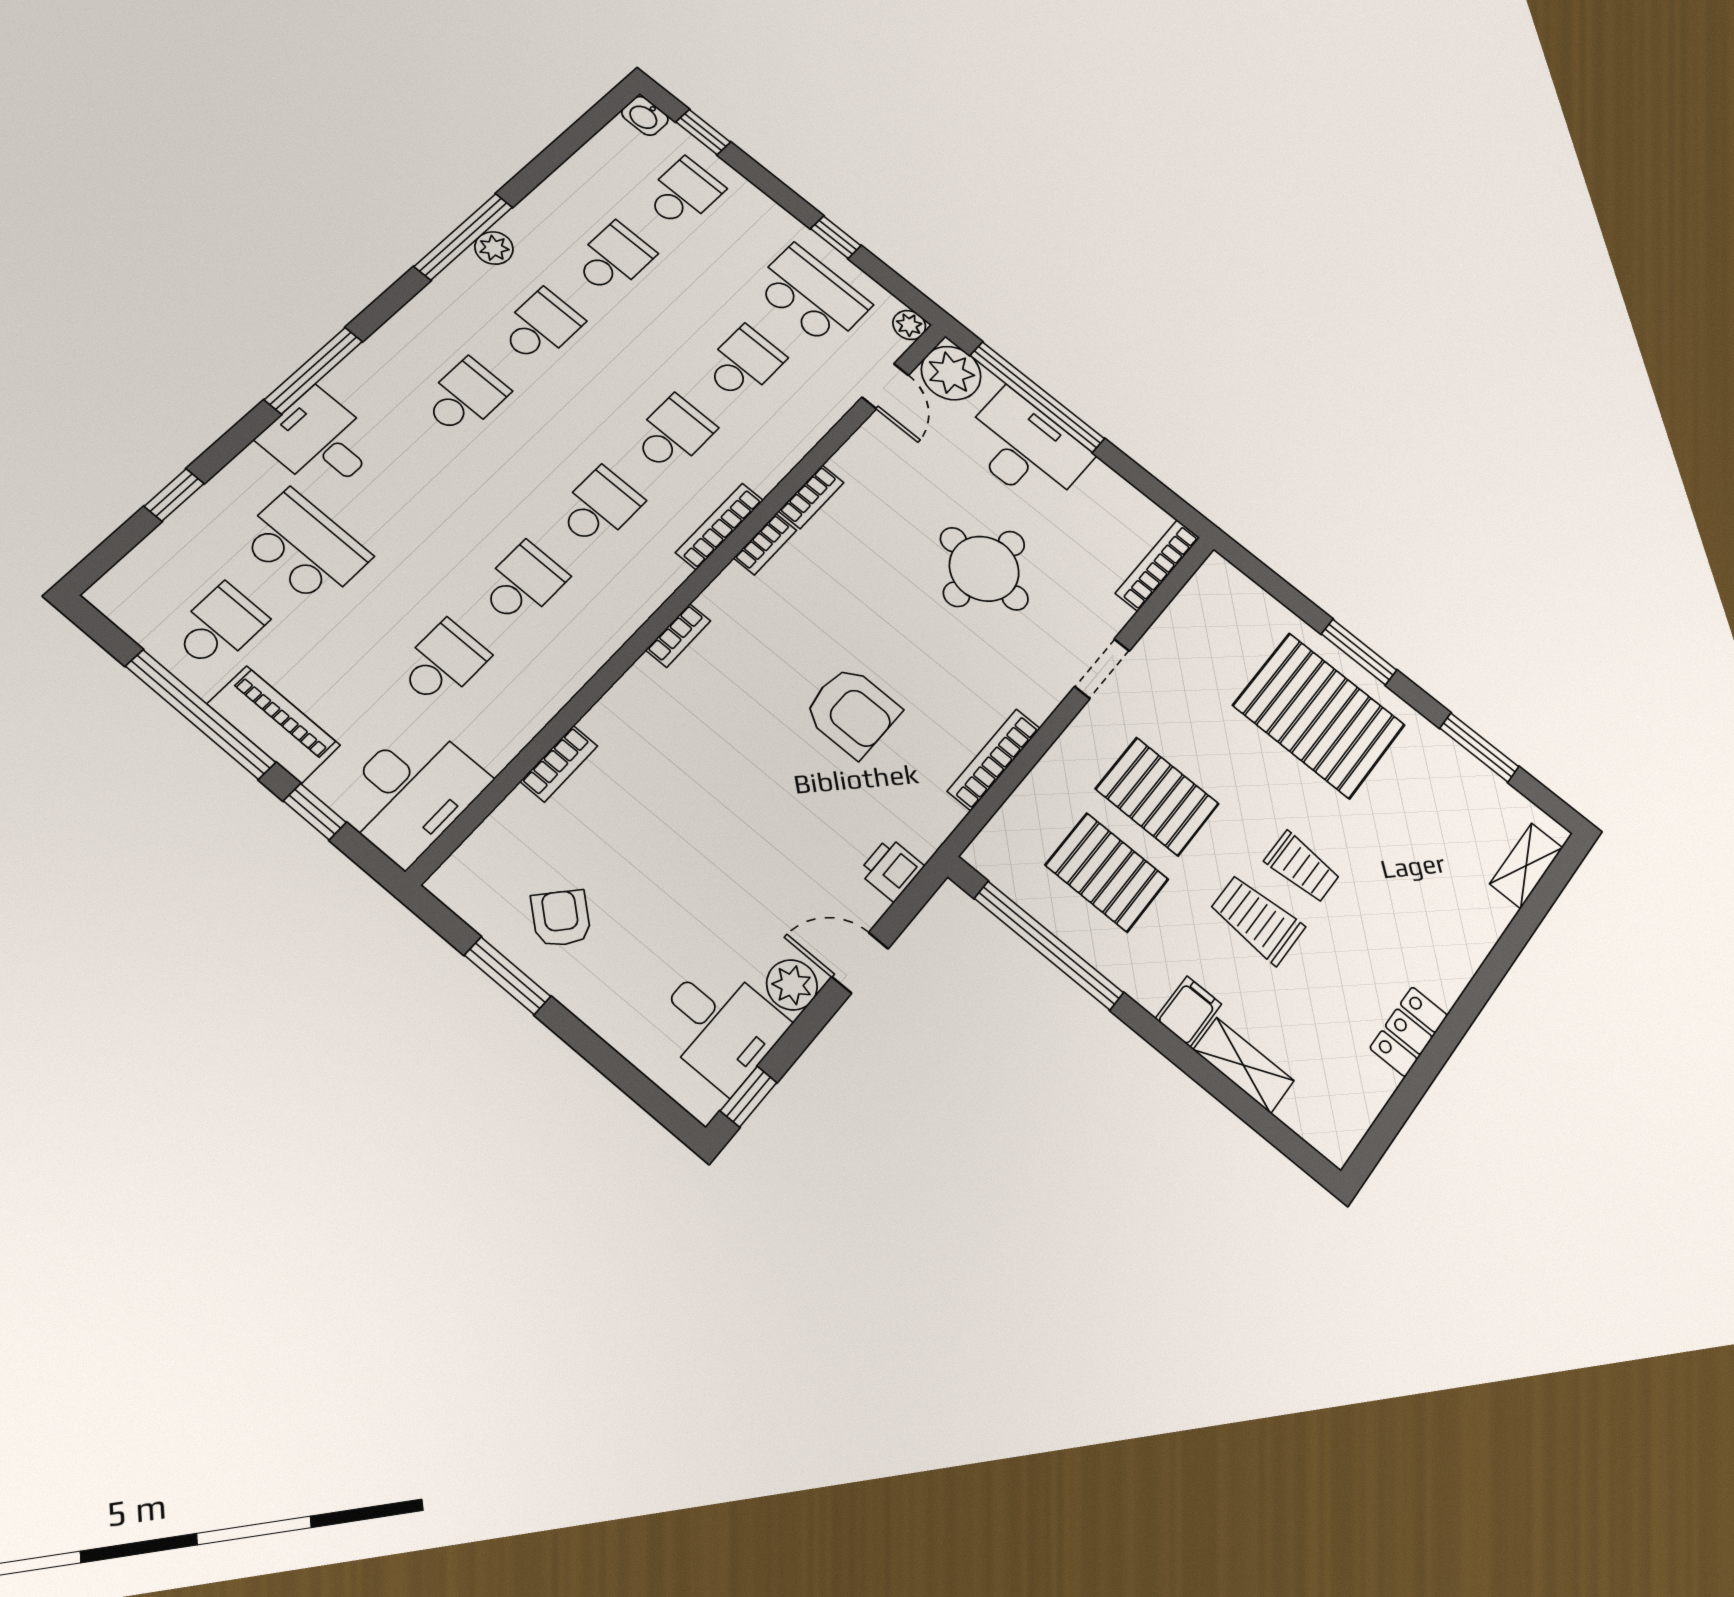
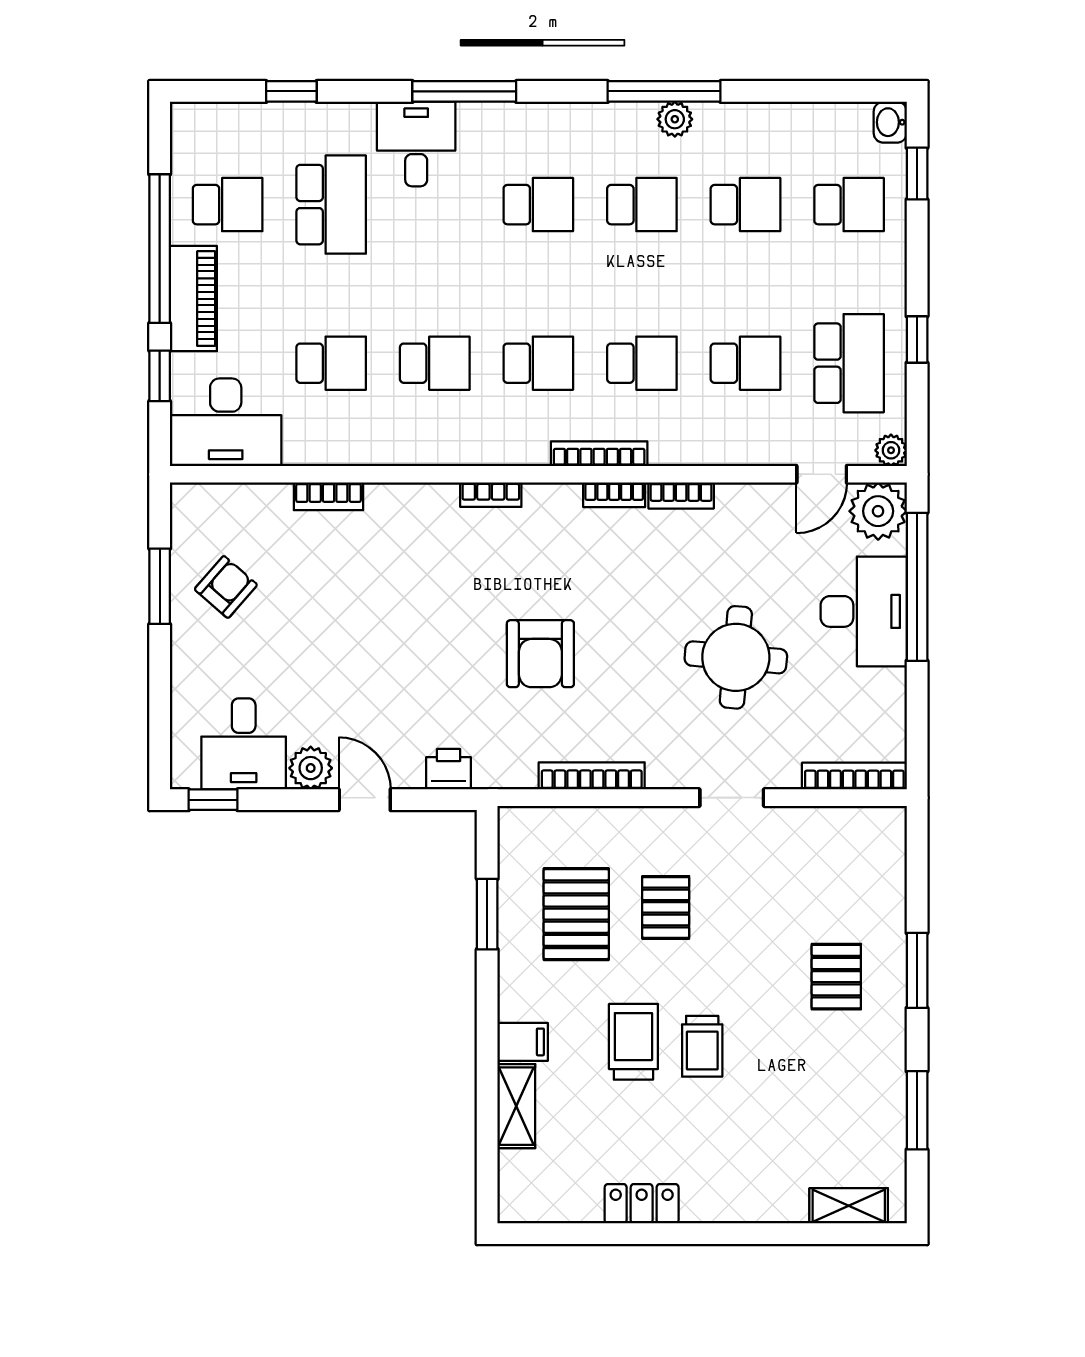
pallet: (1319, 715) -> (836, 977), width x0.49, depth x0.50
pallet: (1157, 796) -> (666, 907), width x0.67, depth x0.71
window: (1049, 945) -> (487, 914), width x0.47

